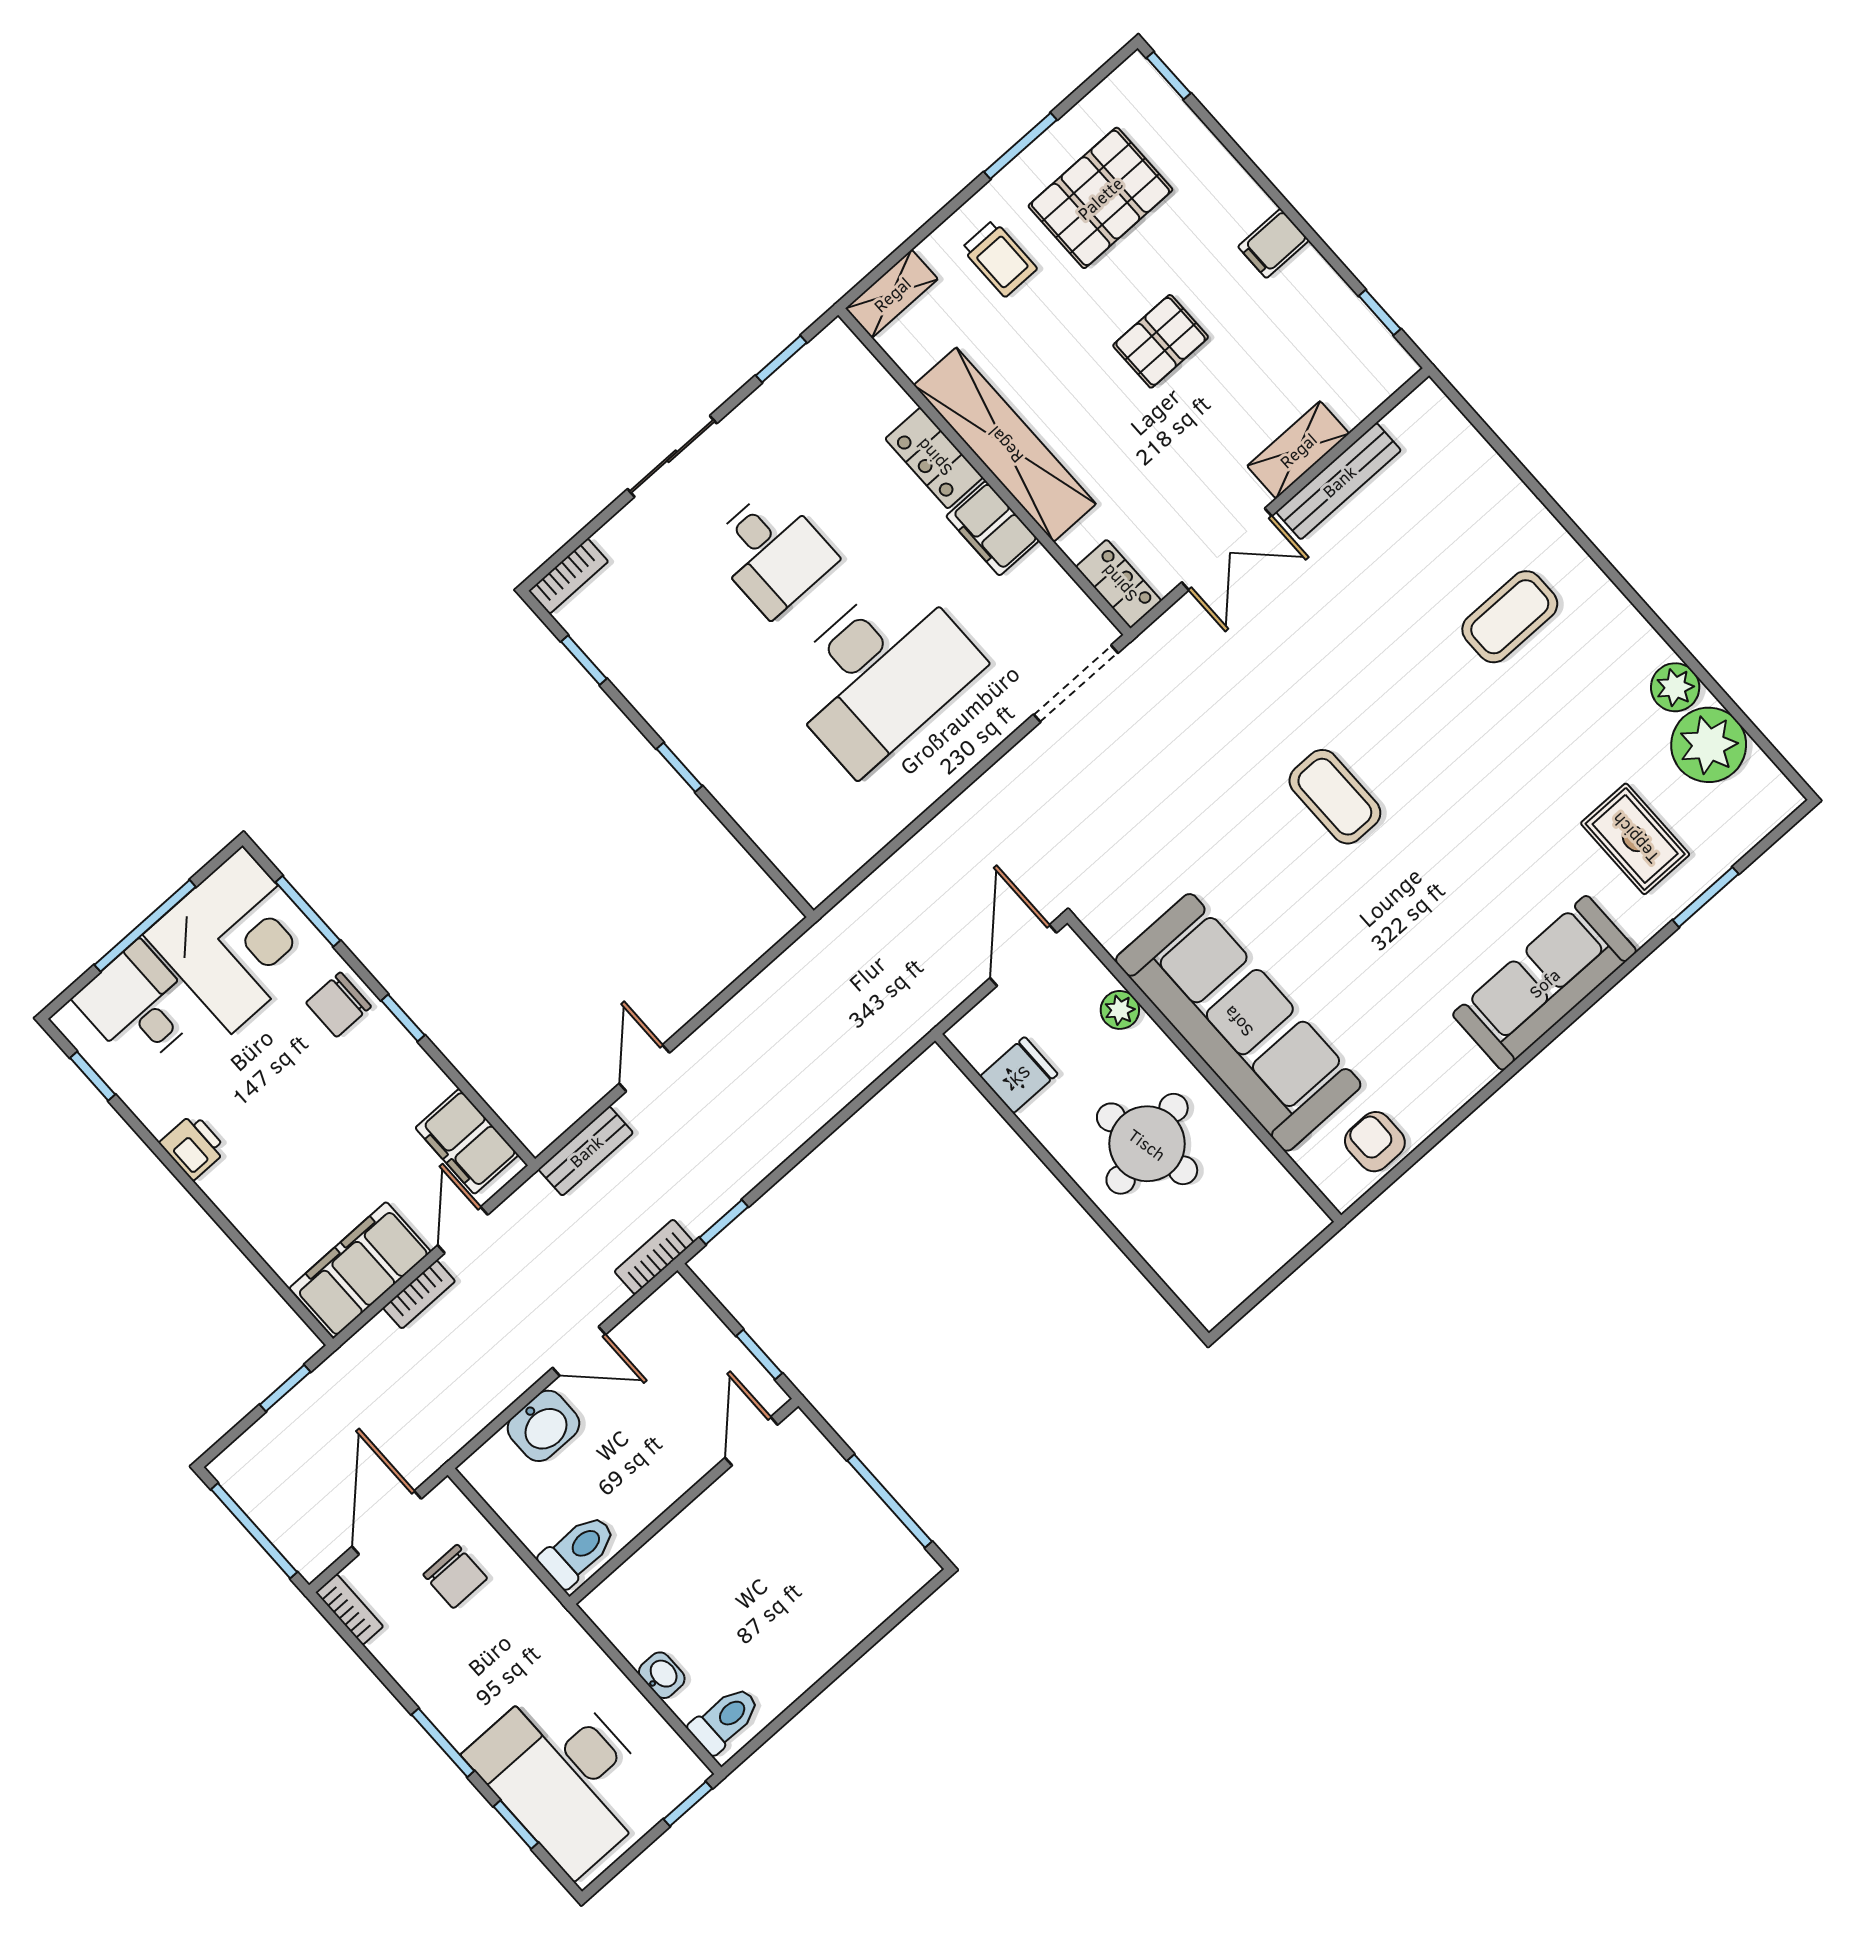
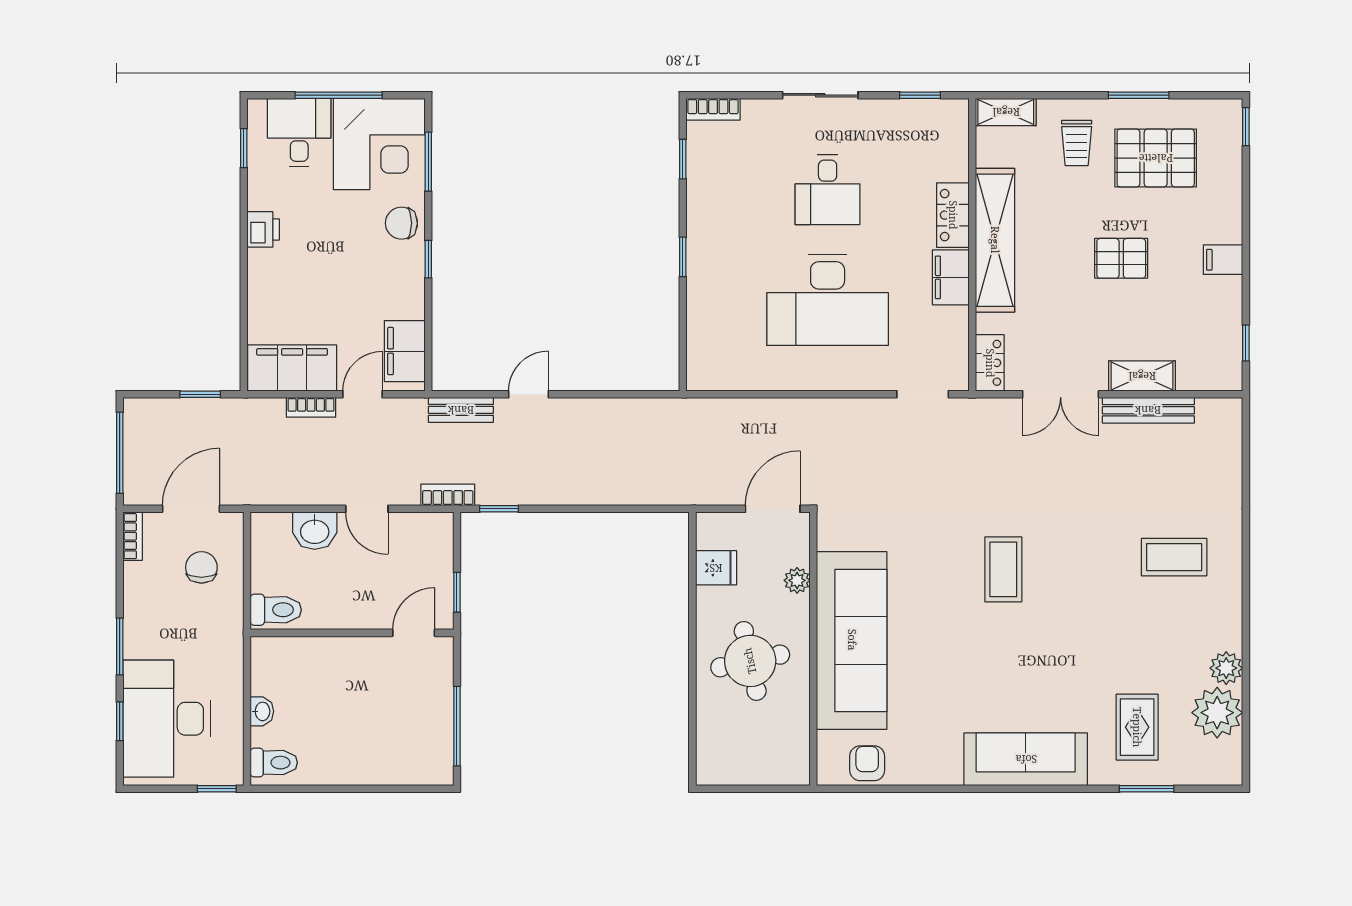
doorway: (1076, 684) -> (923, 394), width x0.73
chair: (455, 1576) -> (201, 567), turned 180

